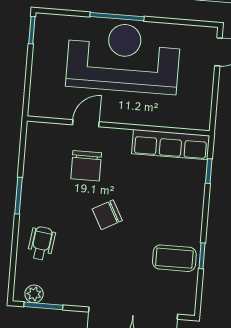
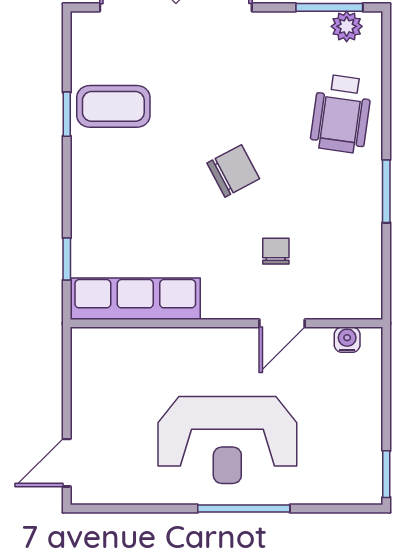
reception desk: (123, 58) -> (227, 440), width x0.74, depth x0.77
water cooler: (49, 111) -> (347, 340), added
chair: (86, 166) -> (276, 251), width x0.54, depth x0.54
wheelchair: (41, 243) -> (341, 114), width x1.36, depth x1.37

